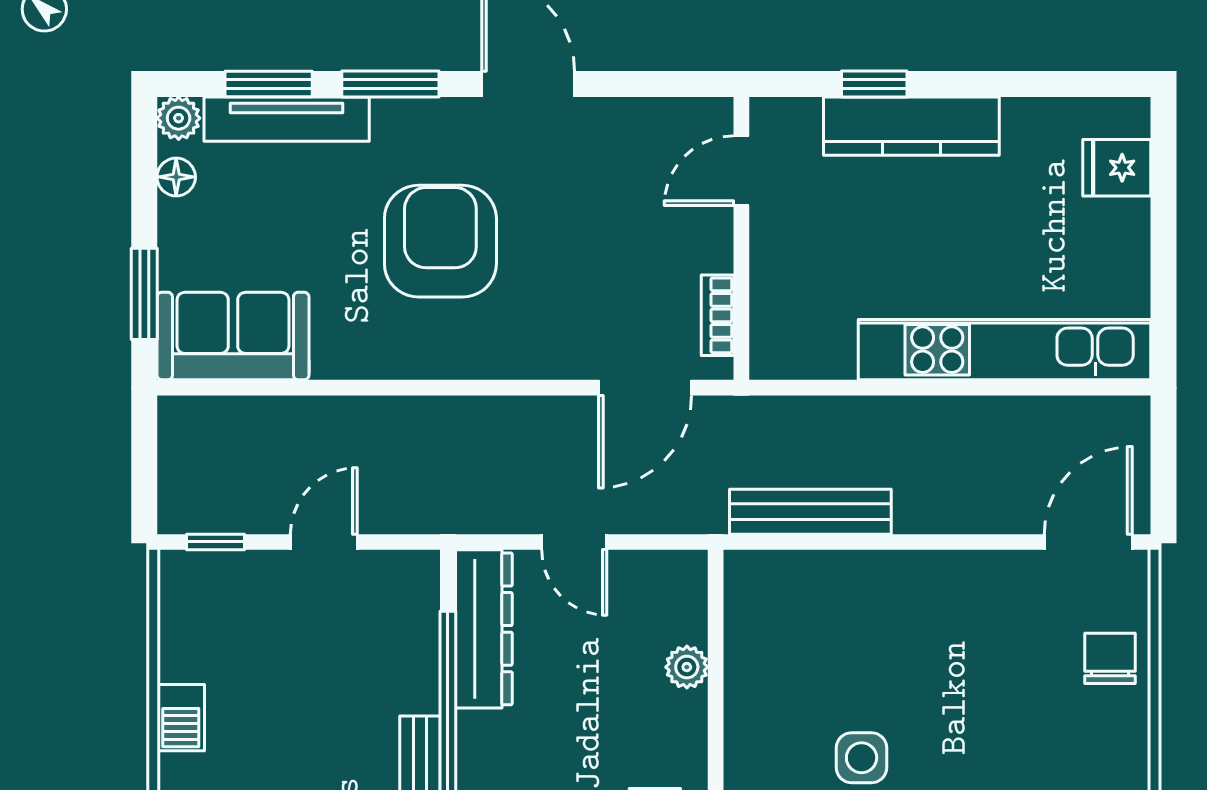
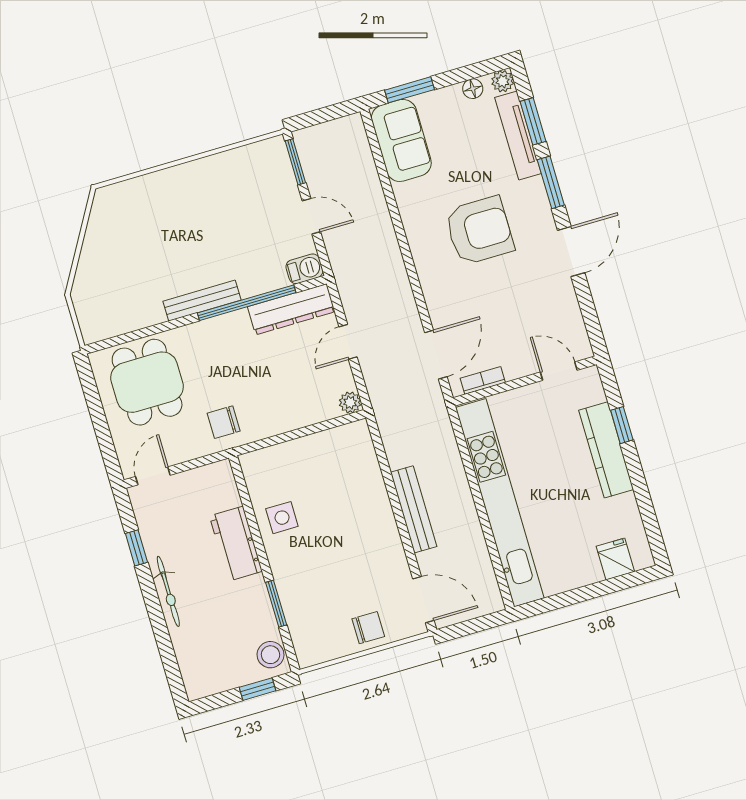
kitchen unit: (1004, 350) -> (500, 503), width x1.36
door: (645, 388) -> (436, 355), swing flipped
bench: (810, 512) -> (414, 509), moved
window: (216, 542) -> (295, 162), width x1.50
plant: (687, 667) -> (350, 402), moved
barbecue: (181, 718) -> (304, 269), moved, turned 180

